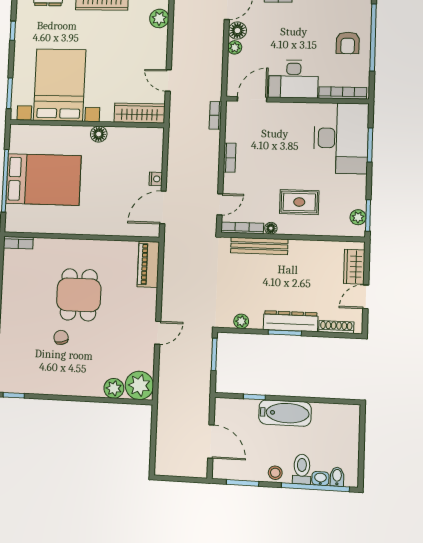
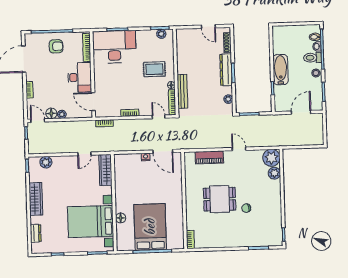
floor lamp: (99, 134) -> (121, 218), moved
rug: (299, 202) -> (154, 69), turned 90
piano: (148, 264) -> (209, 157), moved
wardrobe: (354, 267) -> (191, 34), removed

